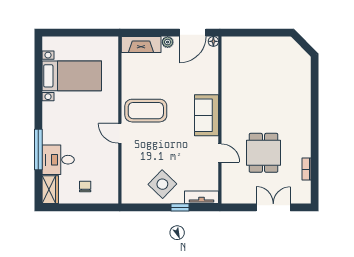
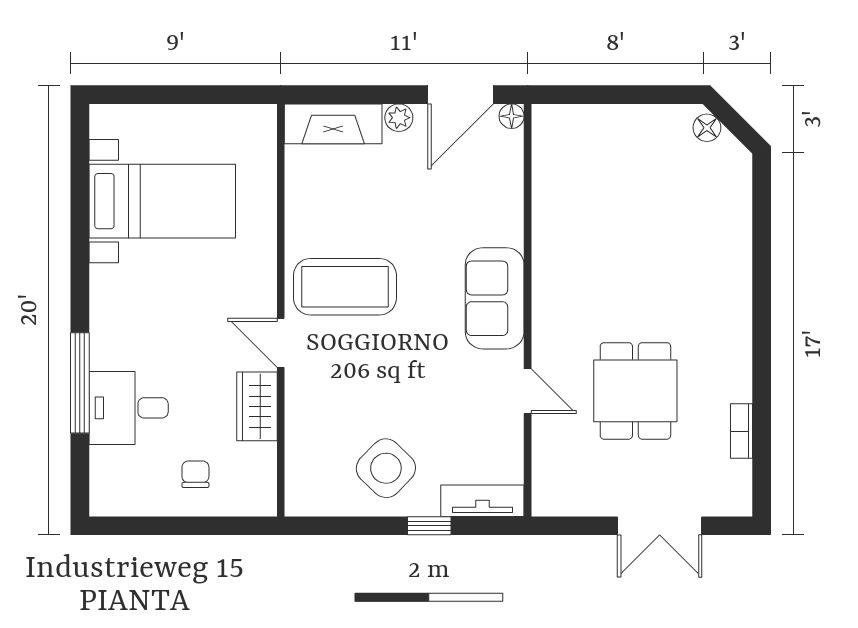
floor lamp: (293, 46) -> (707, 128), added
wardrobe: (50, 190) -> (257, 406), moved, turned 180
double door: (273, 207) -> (660, 526), swing flipped

